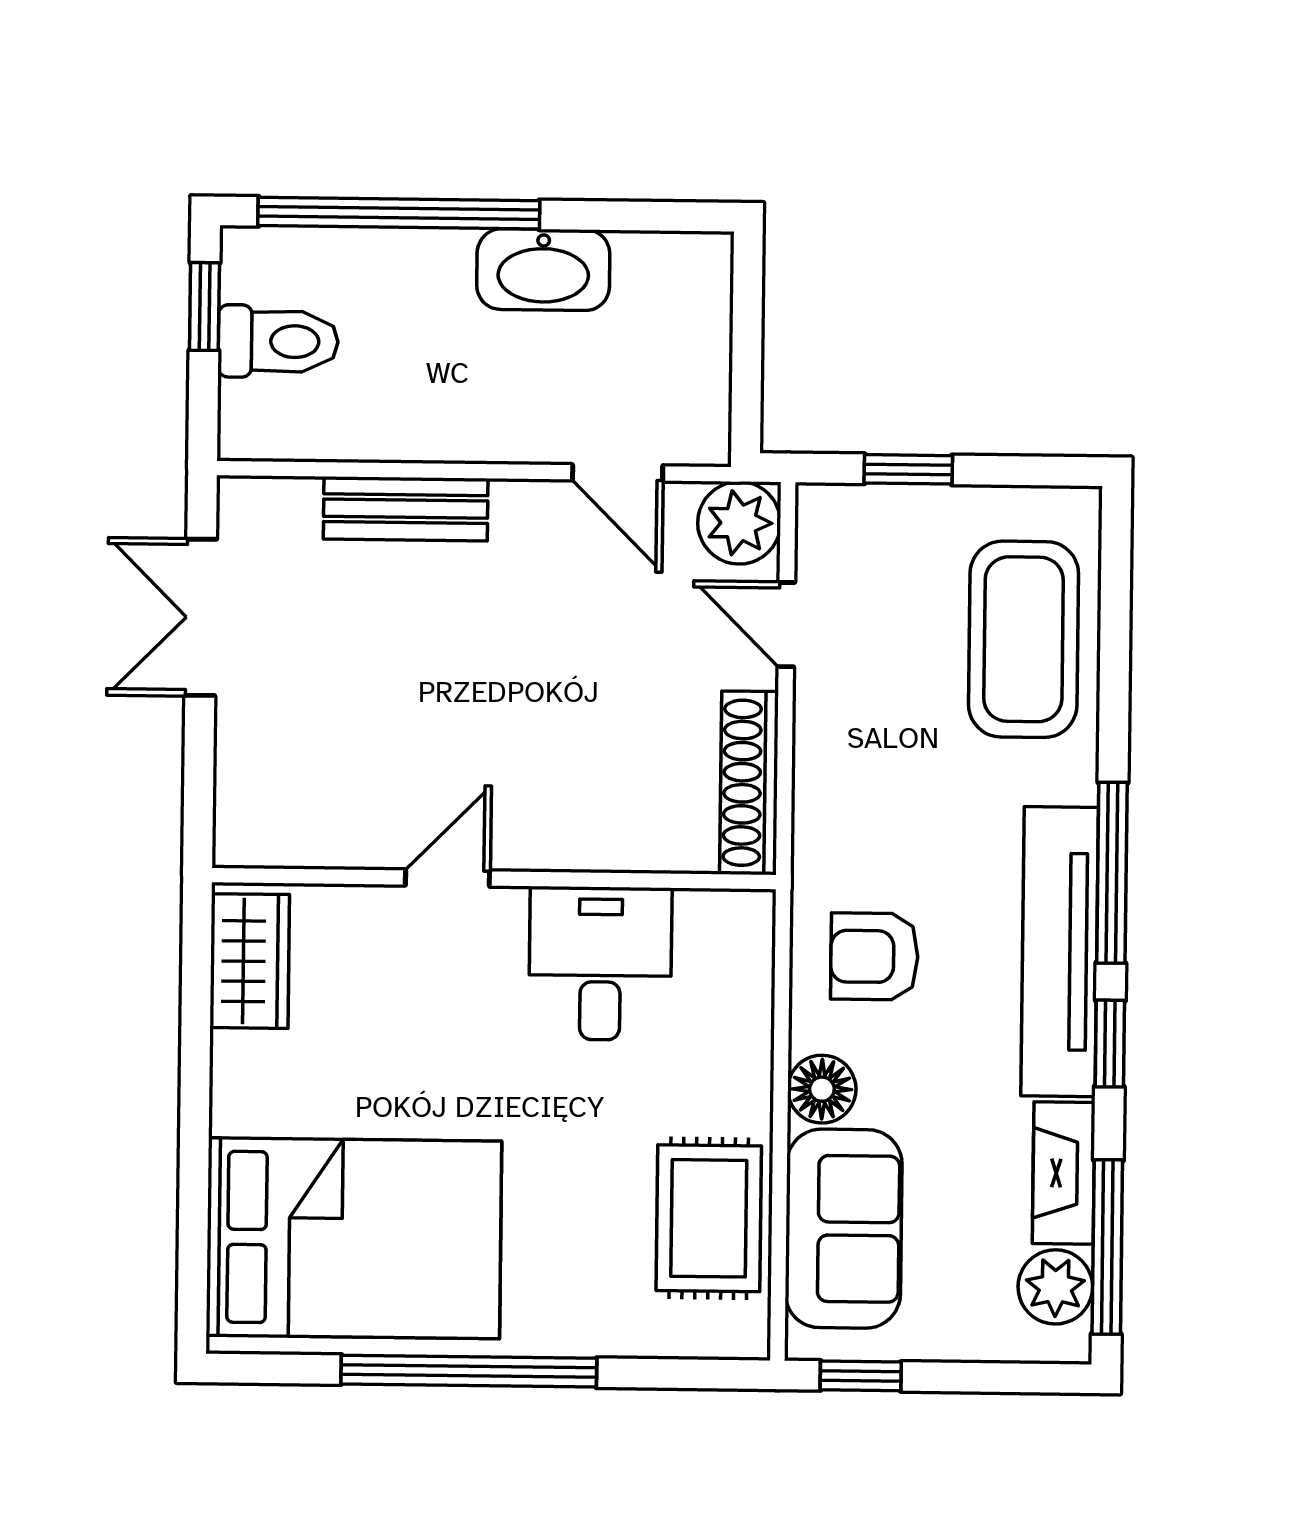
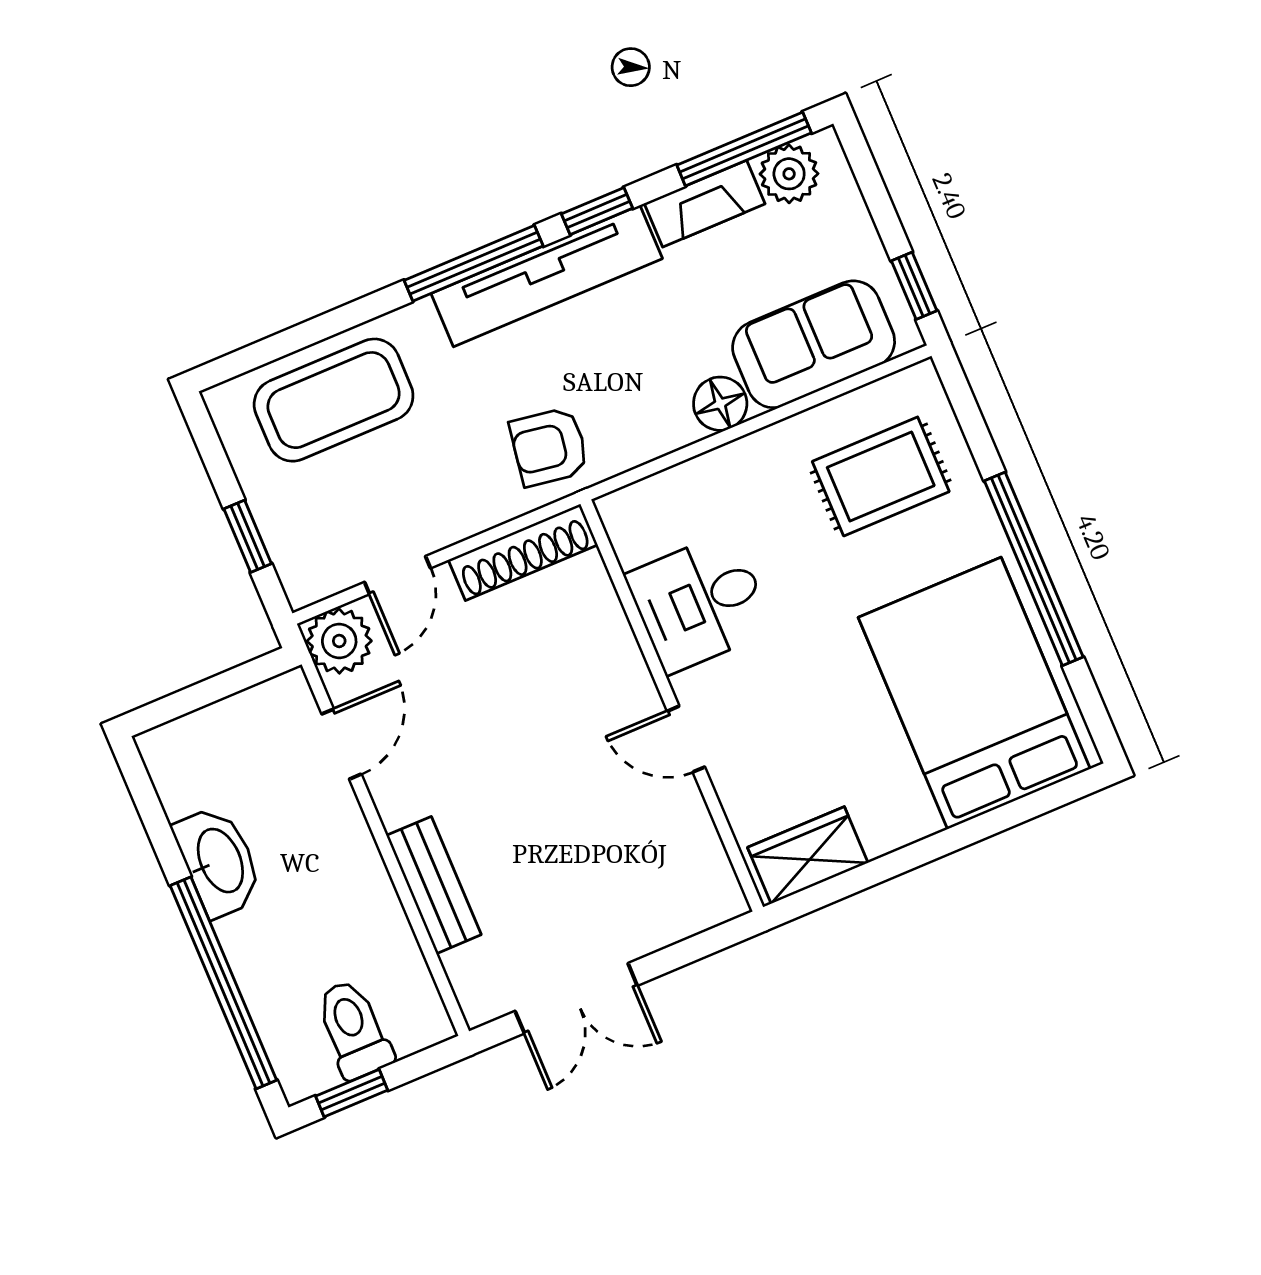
armchair: (874, 956) -> (549, 447), moved, turned 99
rug: (709, 1218) -> (881, 476), moved

